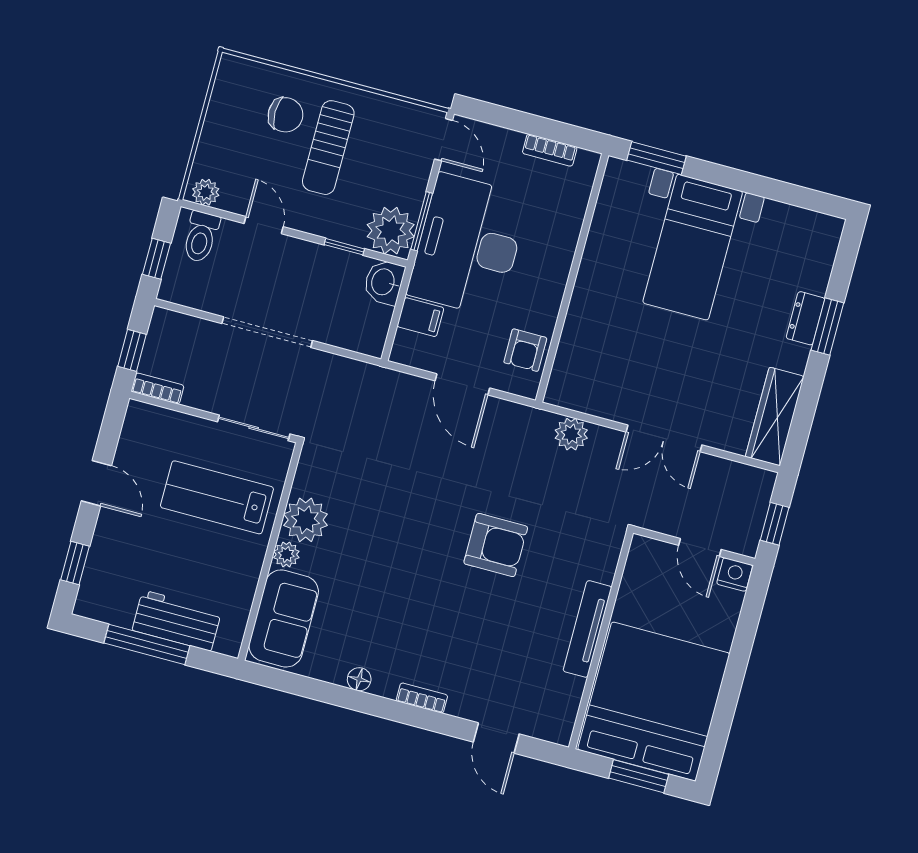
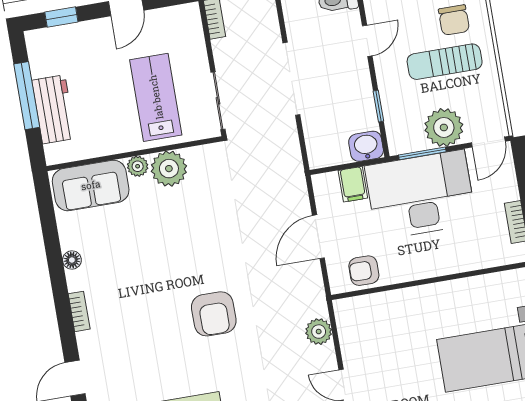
plant: (391, 231) -> (444, 127), moved

